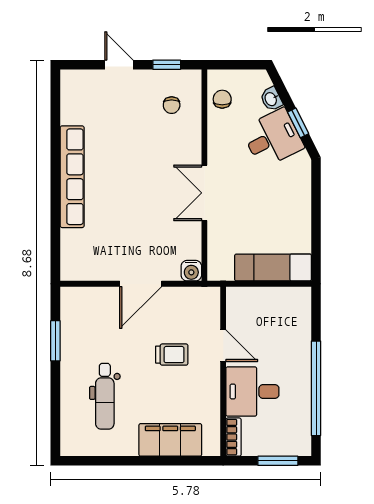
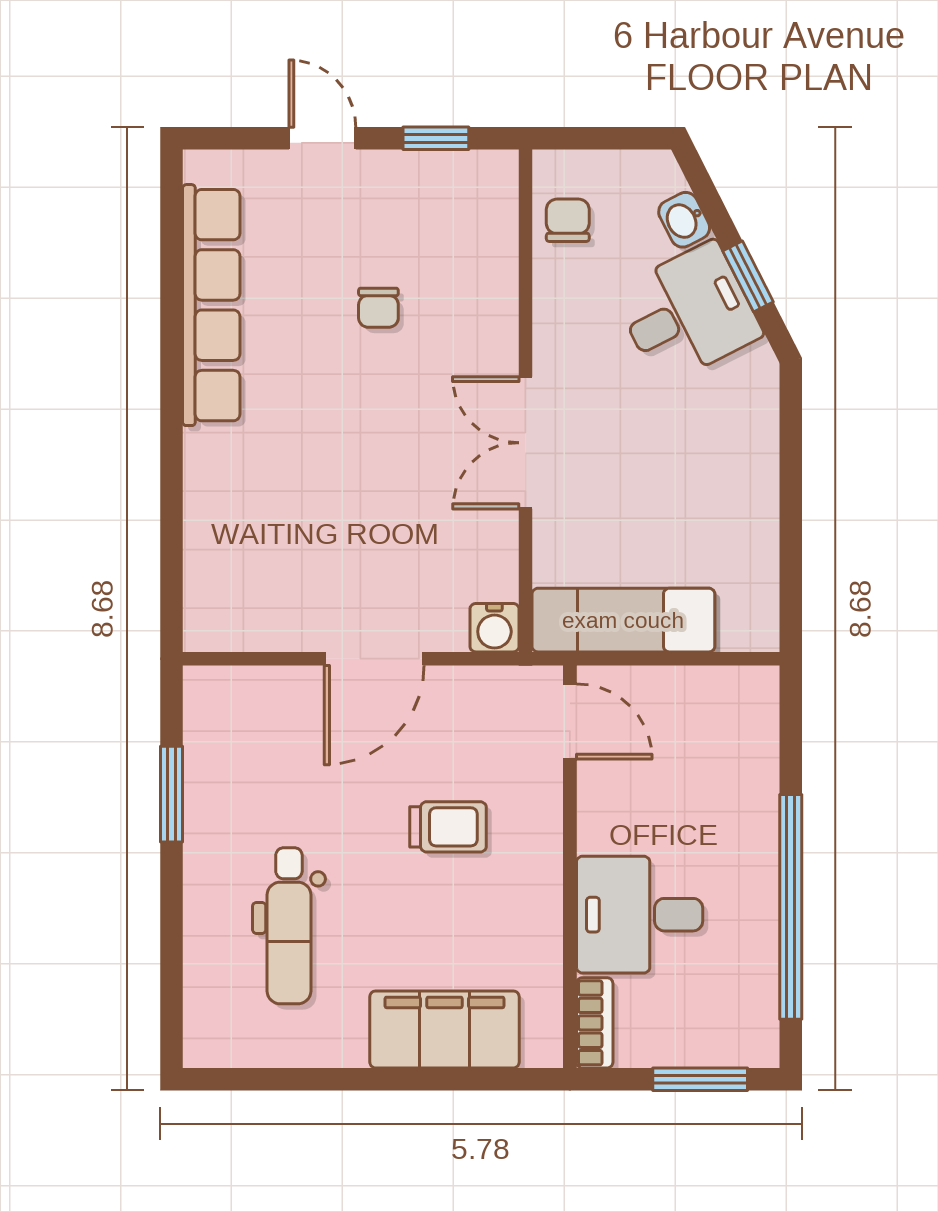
chair: (172, 105) -> (378, 308), moved
row of seats: (72, 177) -> (211, 305), moved
exam couch: (273, 267) -> (623, 620), moved
door: (223, 346) -> (570, 721), moved

